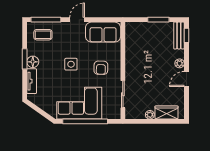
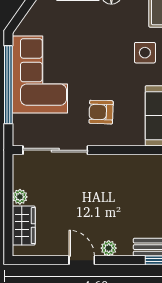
side table: (71, 64) -> (145, 53), moved
sliding door: (123, 94) -> (55, 150), width x1.37

